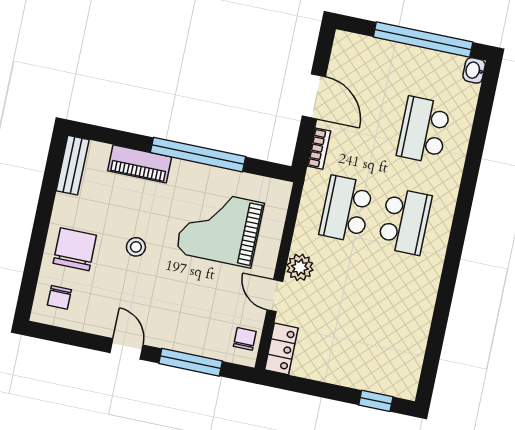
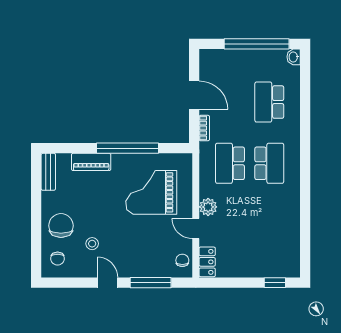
stool: (136, 247) -> (92, 244), moved

